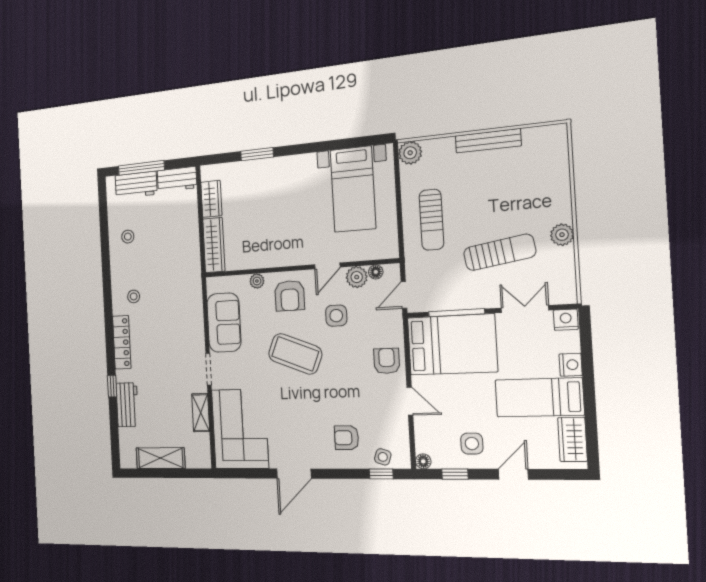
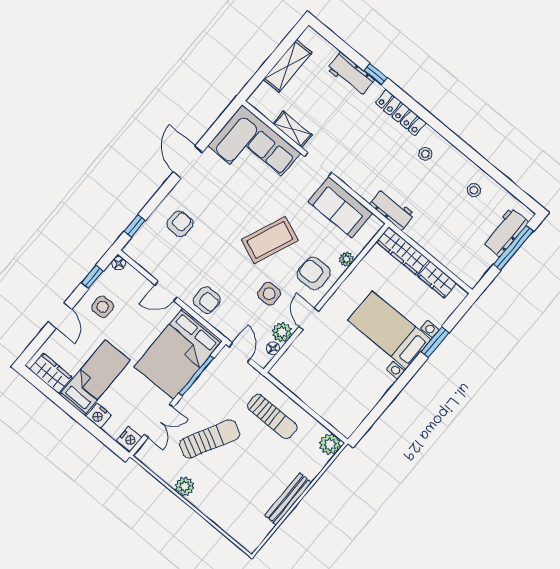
workbench: (177, 179) -> (392, 209), moved, turned 90
bed with nightstands: (353, 189) -> (389, 330), moved
sun lounger: (431, 220) -> (272, 417), turned 180
sun lounger: (500, 252) -> (210, 439), turned -143
side table: (383, 457) -> (145, 238), removed

